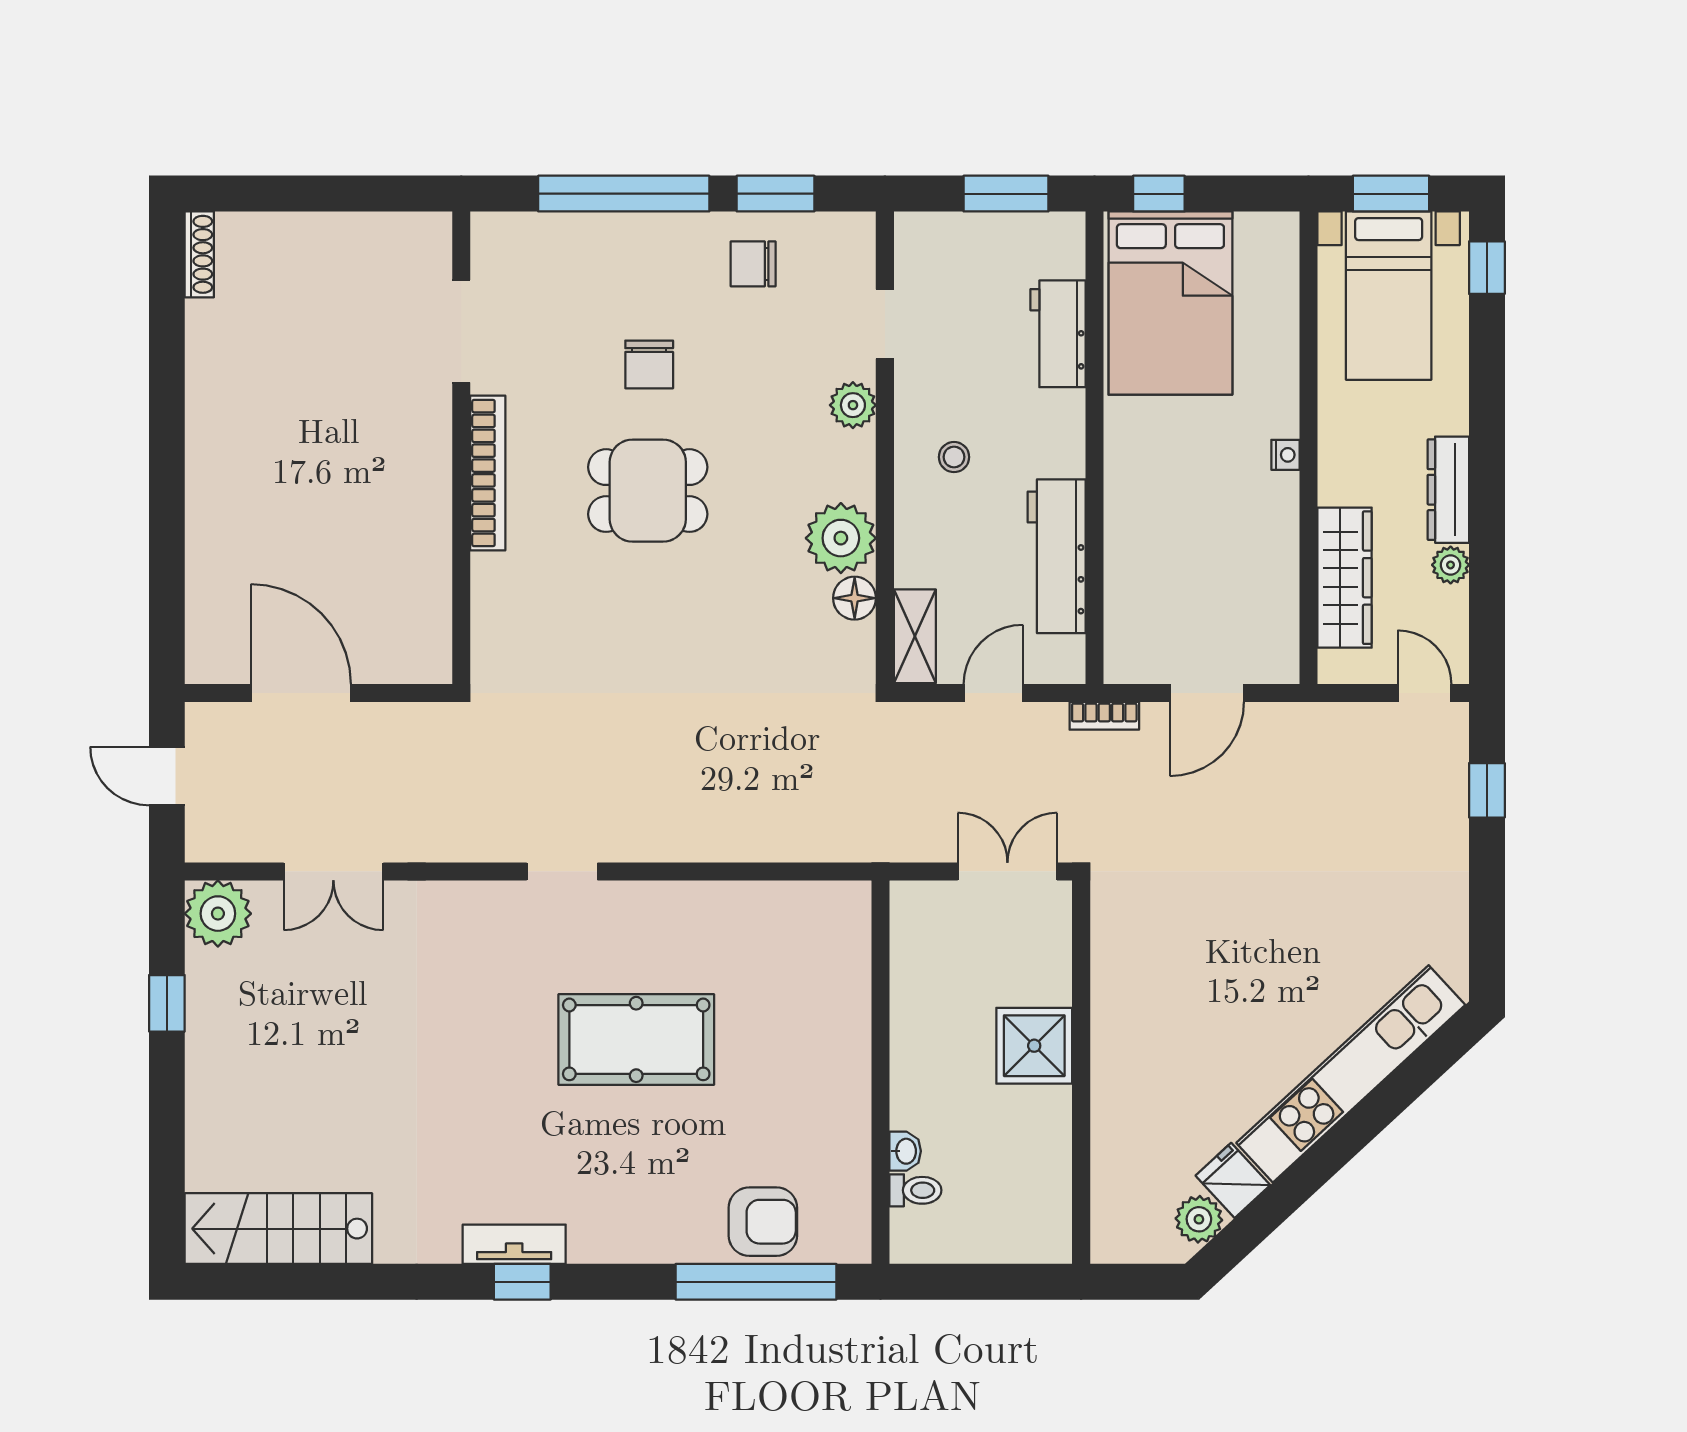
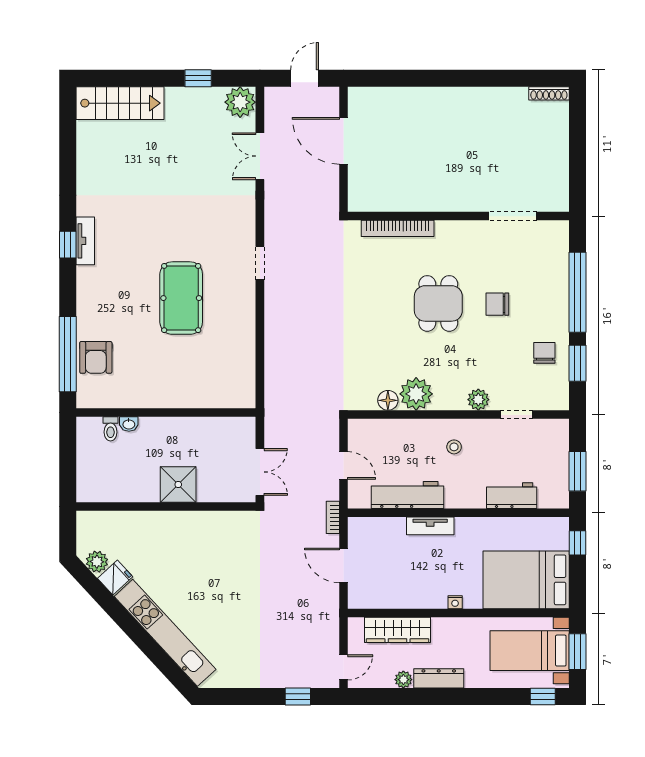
bed: (1170, 303) -> (526, 580), moved
bookcase: (488, 473) -> (398, 228), moved
tv unit: (1123, 508) -> (430, 526), added
shelving: (915, 636) -> (370, 429), removed
door: (301, 693) -> (343, 141), swing flipped
stairs: (278, 1229) -> (120, 103), moved, turned 90

